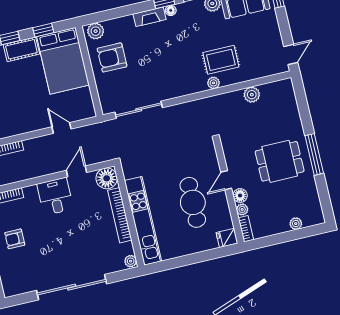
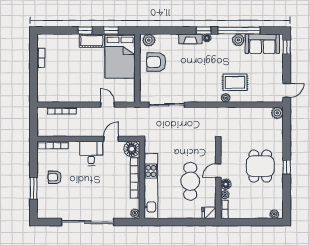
plant: (252, 95) -> (277, 113), moved
window: (314, 154) -> (287, 167), width x0.46
dining table: (280, 161) -> (260, 166), turned 90
plant: (296, 224) -> (274, 214), moved

